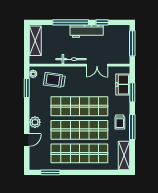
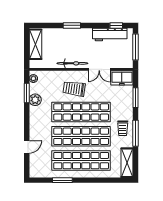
window: (71, 22) -> (72, 25), width x0.47
window: (102, 22) -> (116, 25), moved
workbench: (87, 31) -> (110, 34), moved
trolley: (54, 80) -> (74, 89), moved
freezer: (123, 84) -> (122, 78), moved, turned -90
plant: (35, 122) -> (35, 100), moved
window: (50, 172) -> (62, 180), moved

